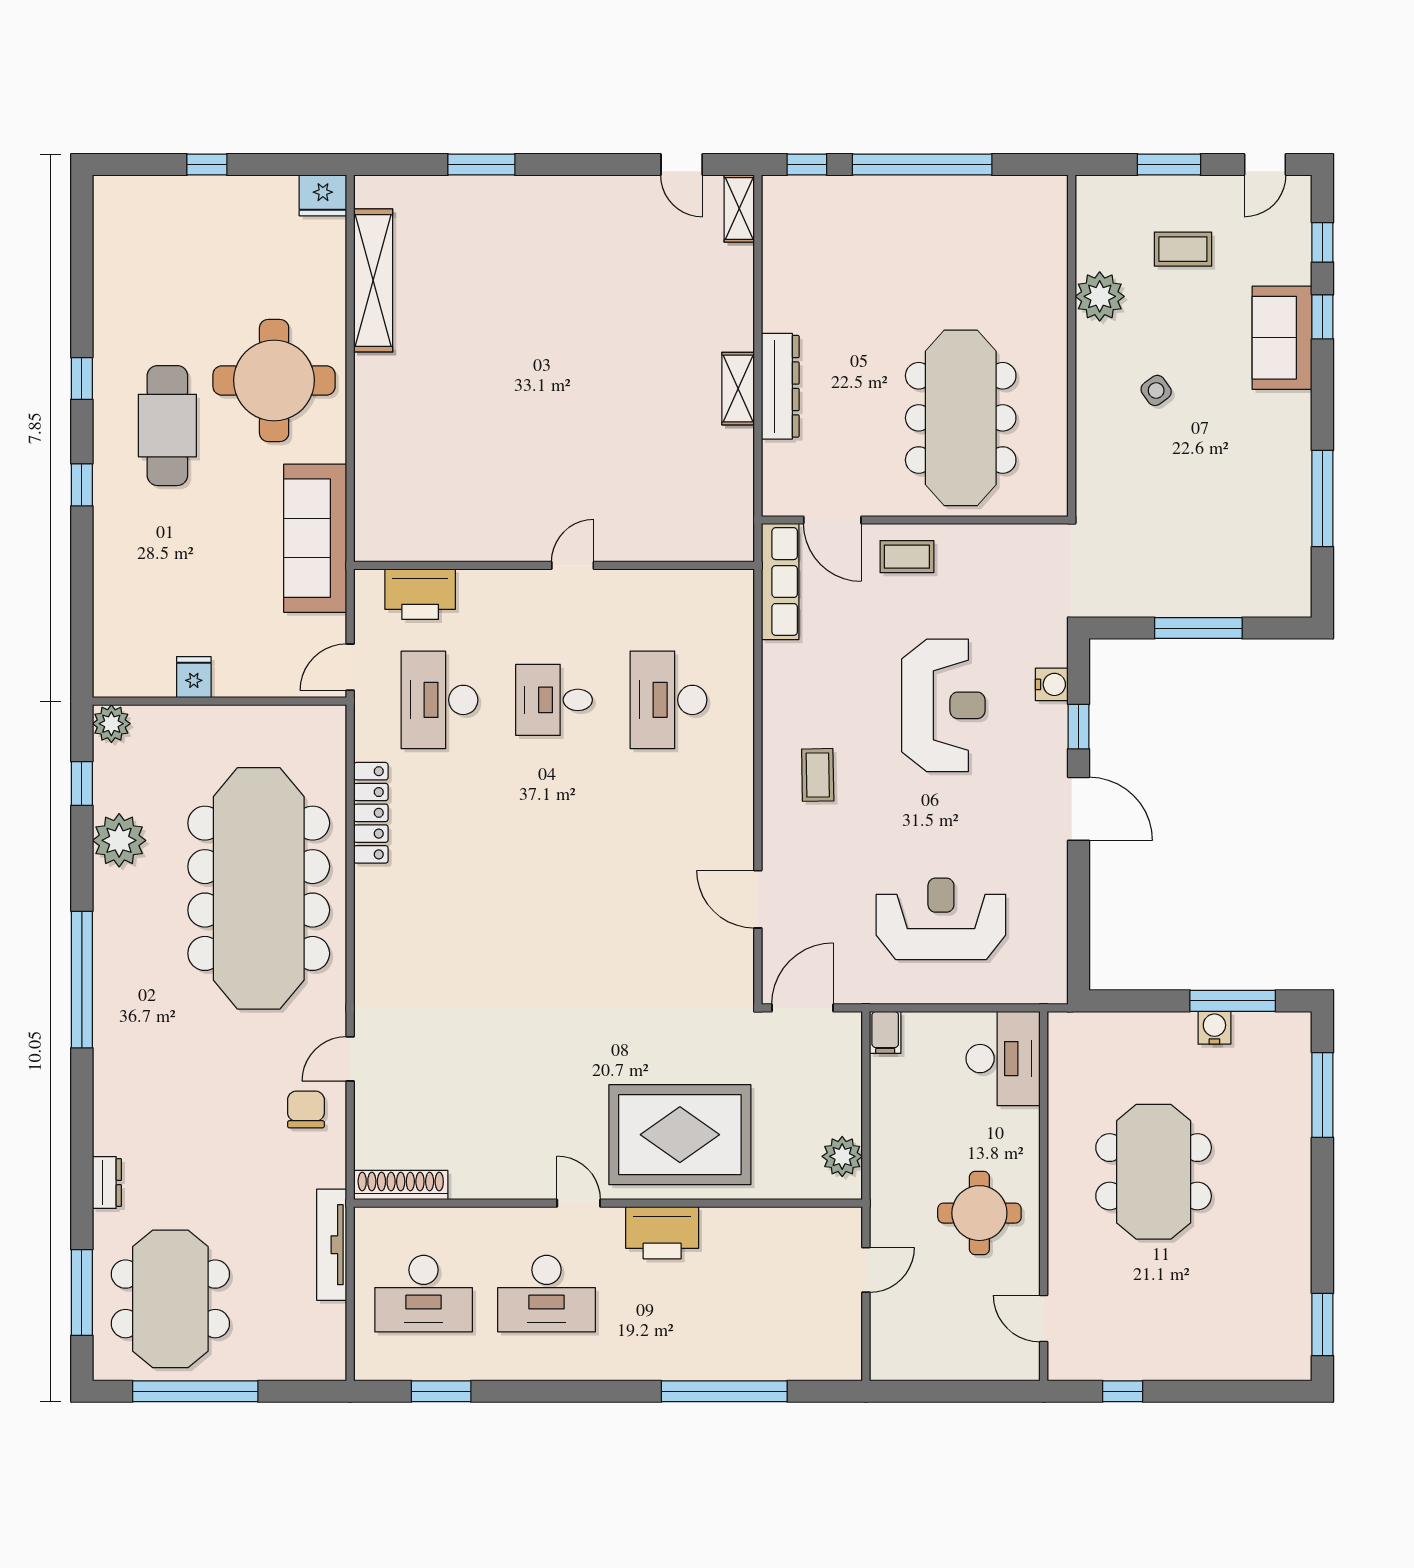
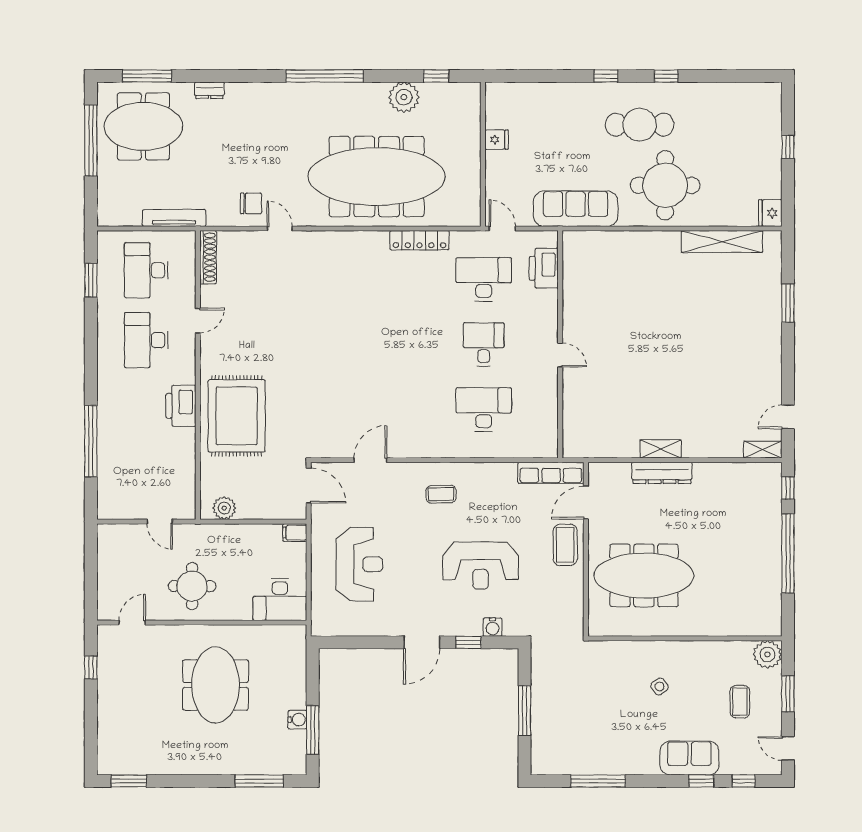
plant: (1100, 296) -> (767, 654), moved
coffee table: (907, 557) -> (565, 545), width x1.36, depth x1.30
plant: (111, 724) -> (470, 93), removed
meeting table: (1154, 1172) -> (216, 685), turned 90
door: (579, 1203) -> (198, 321), moved

